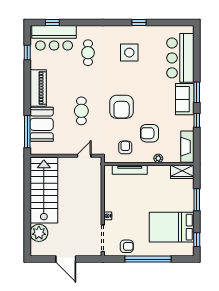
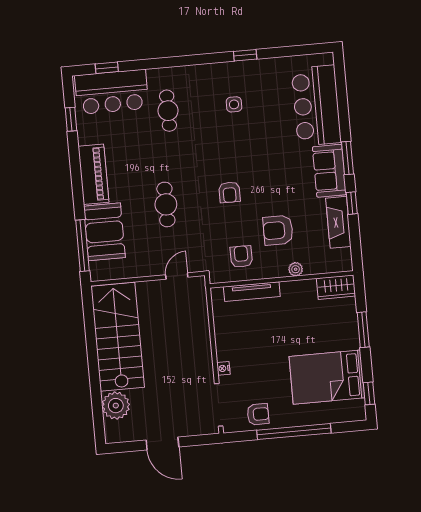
side table: (129, 53) -> (234, 104), width x0.54, depth x0.54
armchair: (122, 107) -> (229, 192), width x0.53, depth x0.53
fireplace: (187, 147) -> (338, 222), moved

